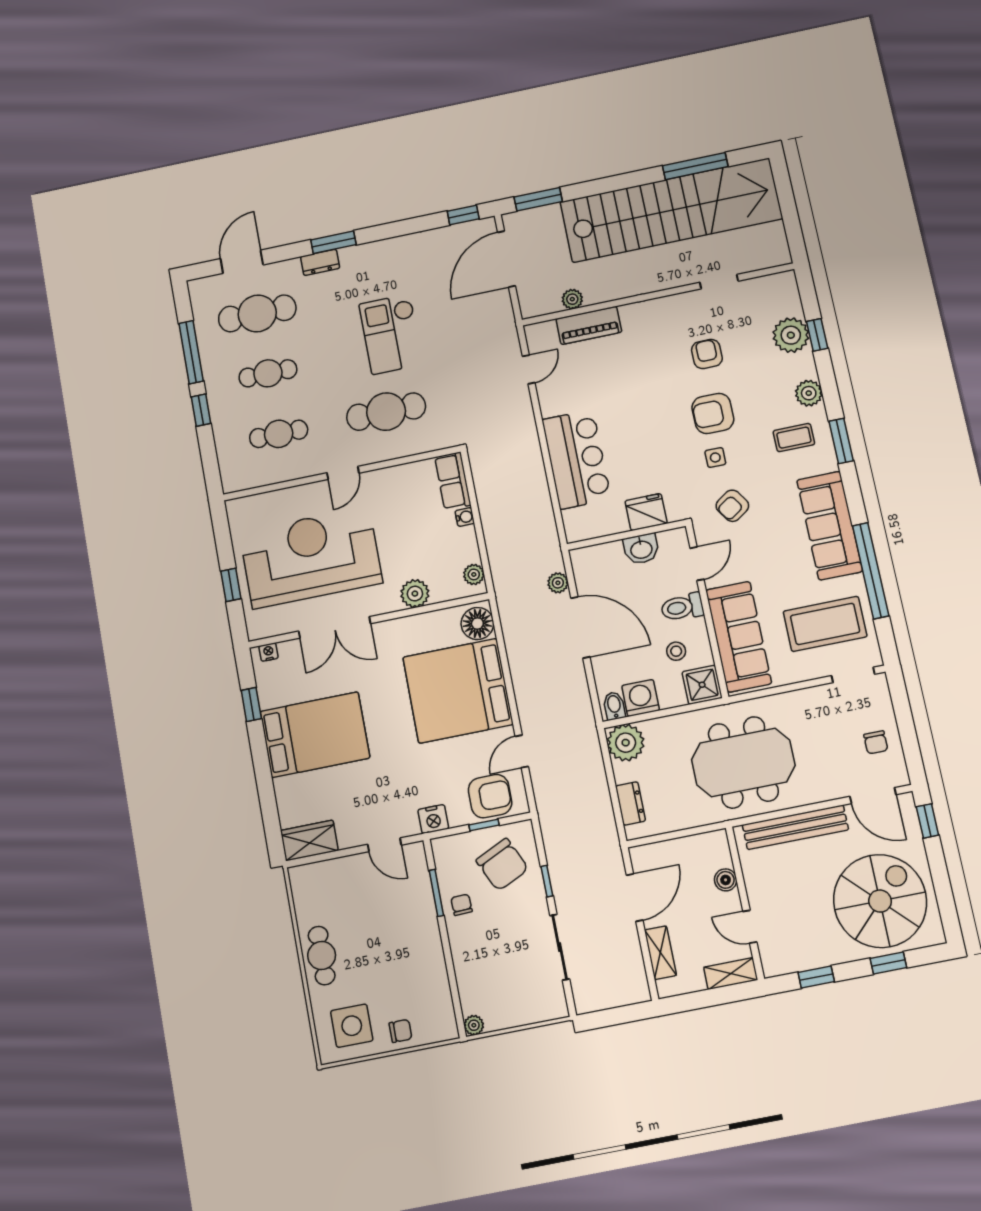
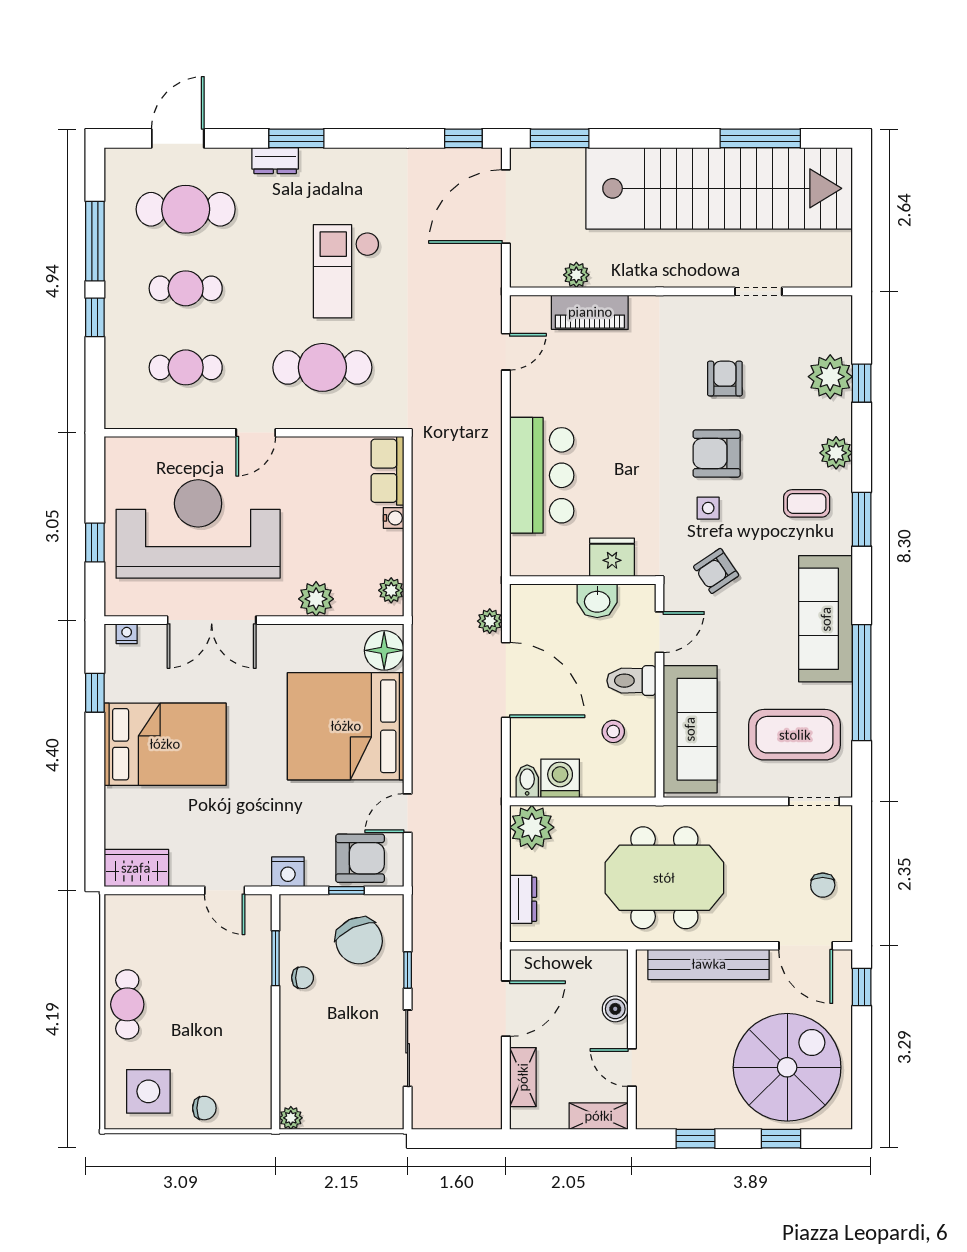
shower: (702, 685) -> (635, 777), removed
chair: (462, 905) -> (303, 978), turned 92

